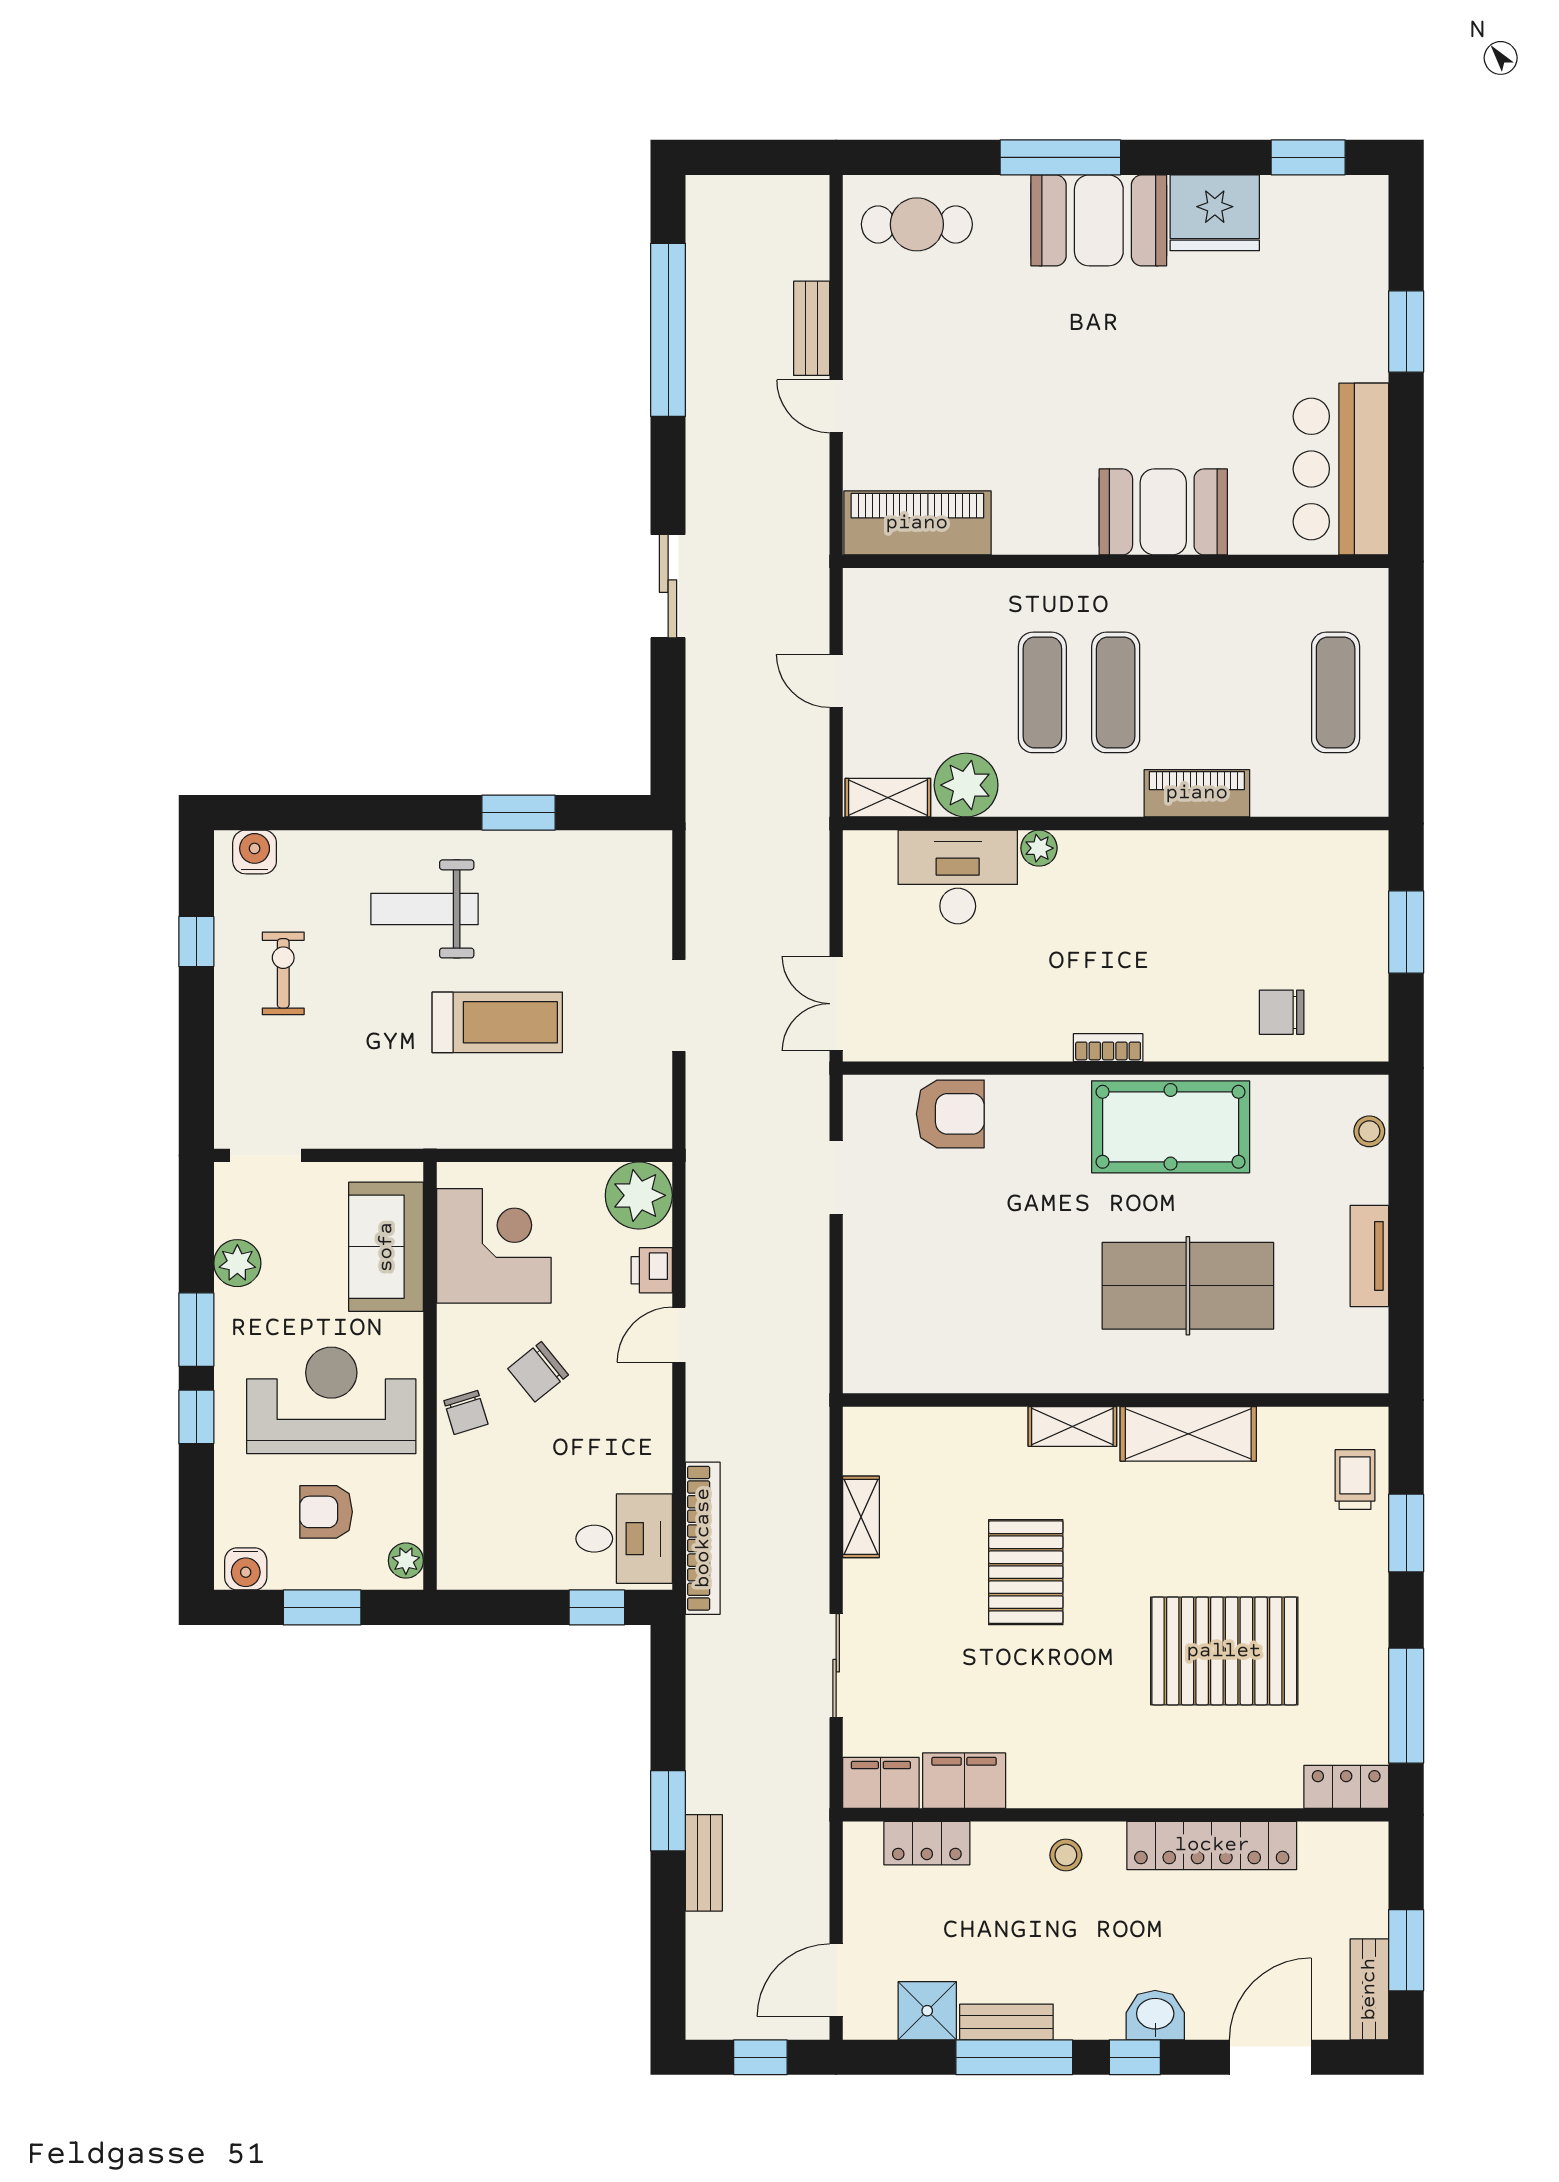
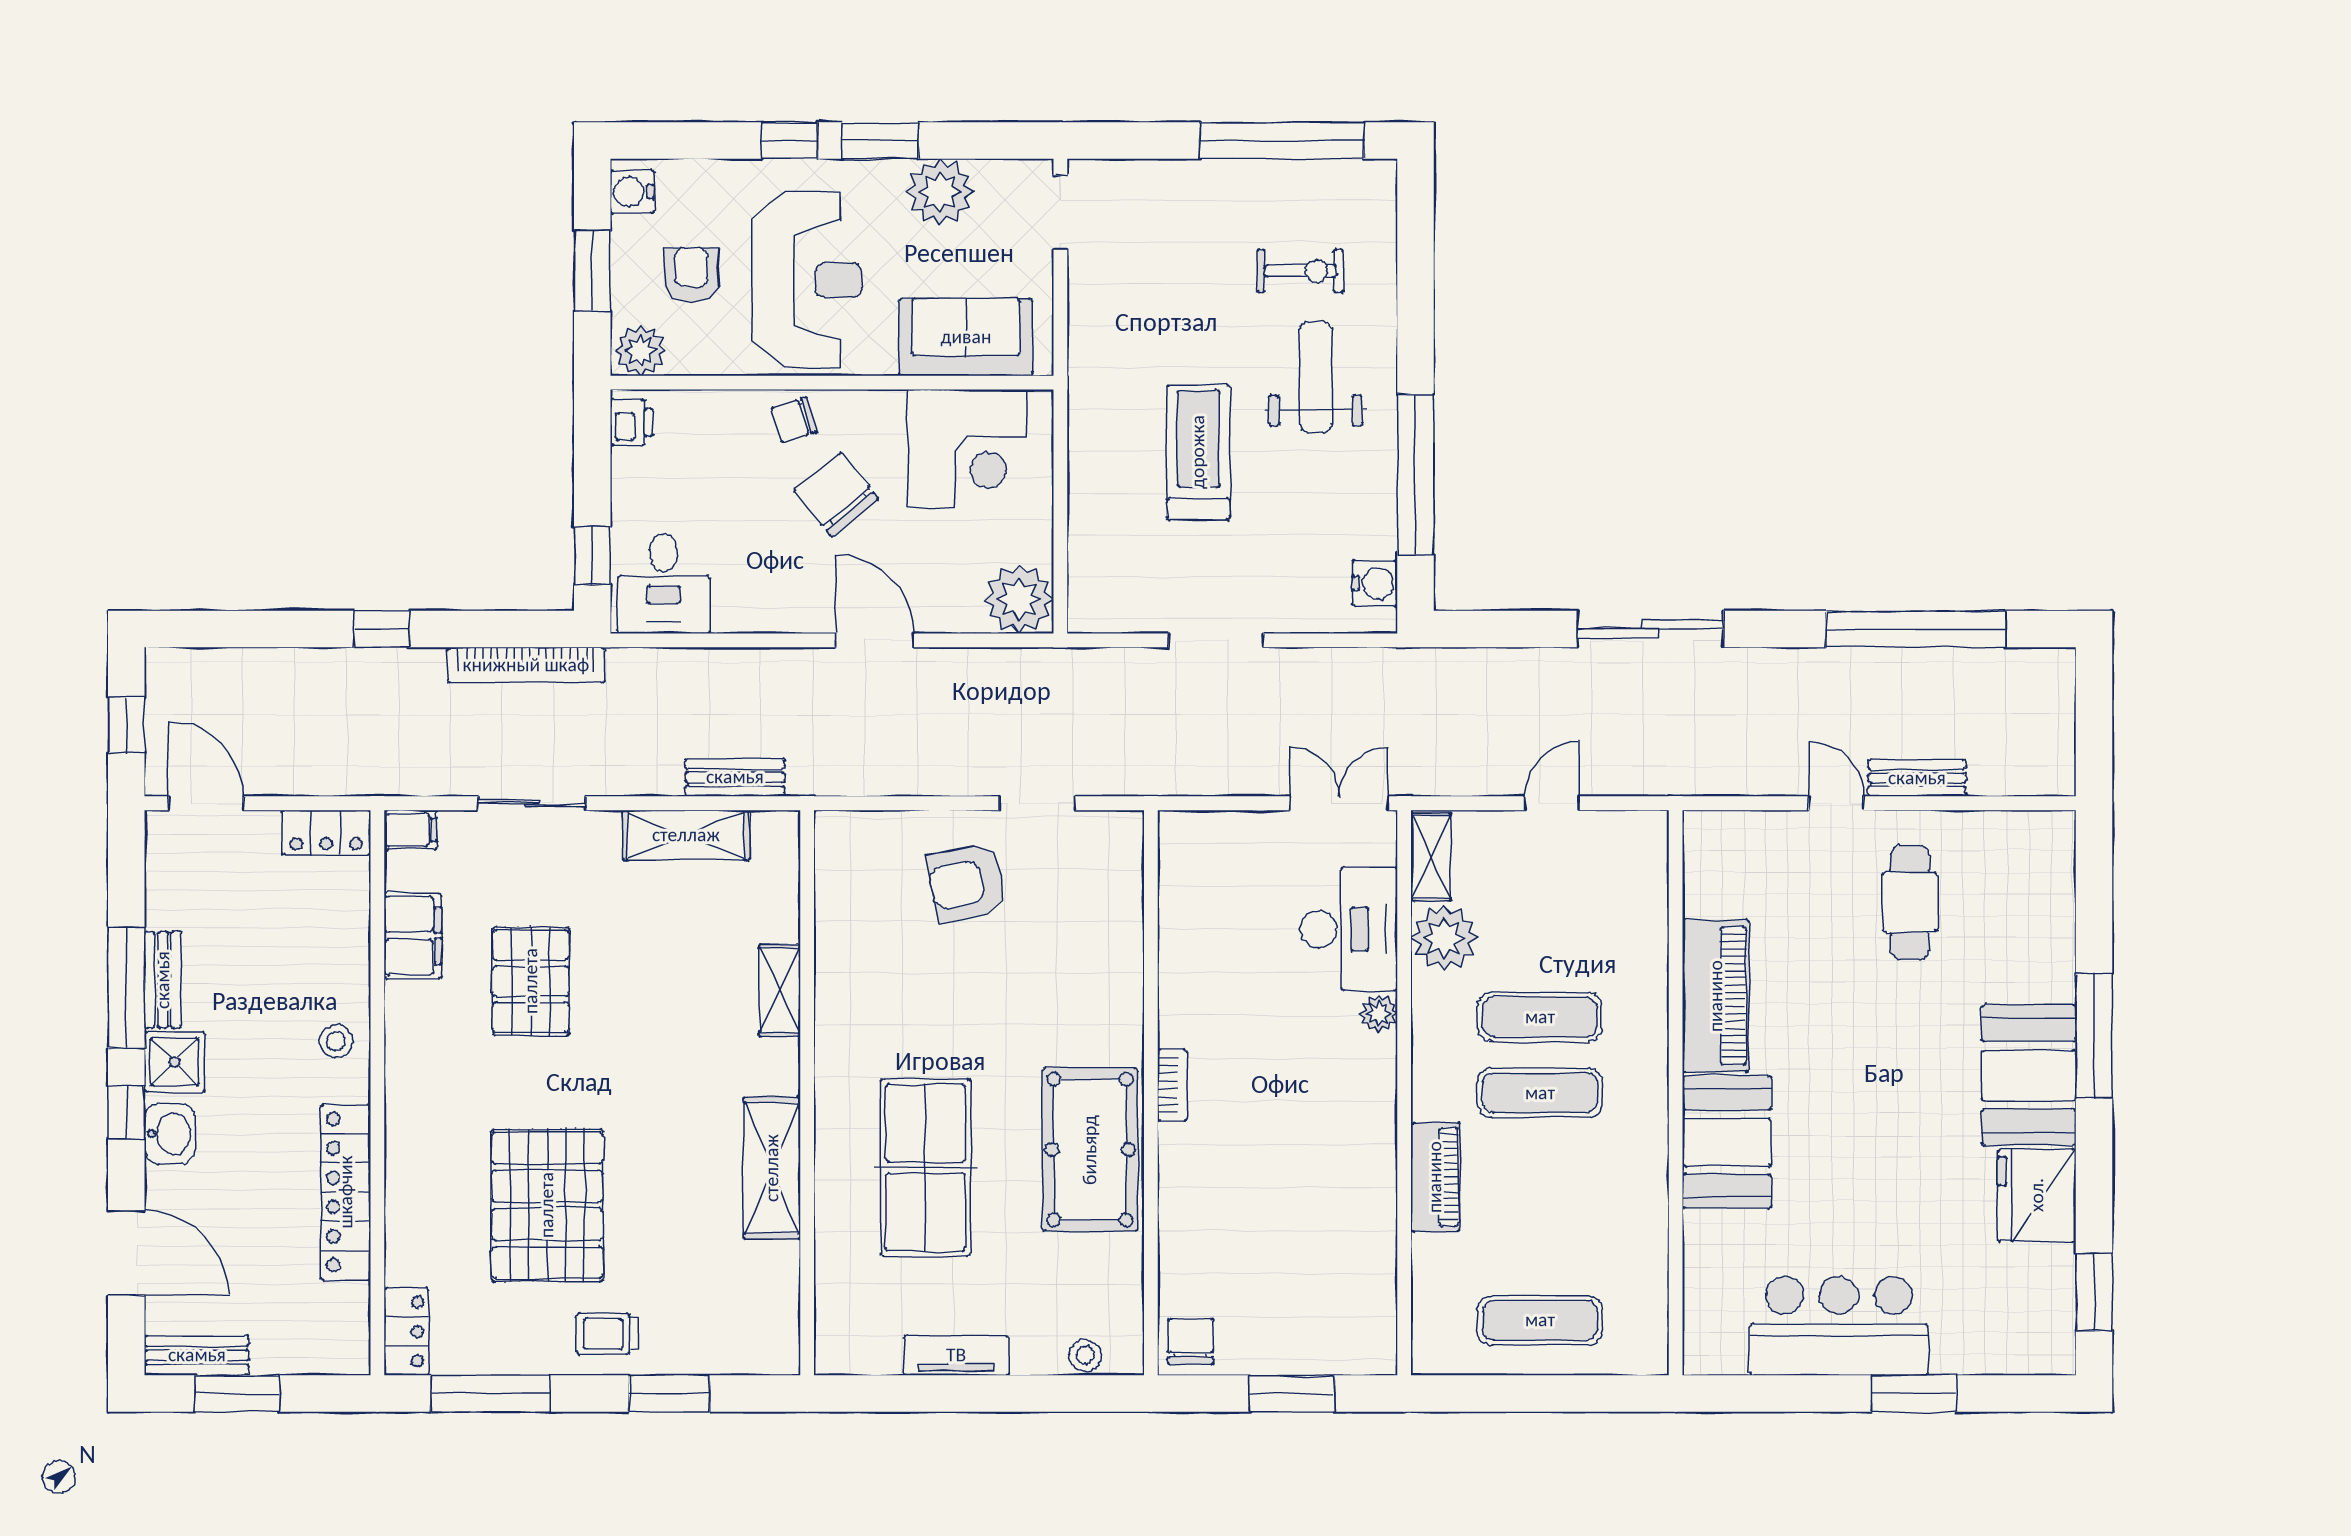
cafe table: (917, 224) -> (1910, 902), moved
door: (836, 406) -> (1836, 803), hinge flipped
bar counter: (1341, 469) -> (1839, 1326), moved
piano: (917, 523) -> (1716, 996), moved
sliding door: (668, 586) -> (1650, 629), width x1.37
window: (519, 813) -> (1416, 474), width x2.11
water cooler: (255, 852) -> (1375, 583), moved
window: (196, 942) -> (1282, 141), width x3.17
exercise bike: (283, 973) -> (1300, 271), moved
double door: (836, 1004) -> (1339, 803), moved
chair: (1282, 1012) -> (1191, 1341), moved
treadmill: (497, 1022) -> (1198, 452), turned 180
armchair: (950, 1114) -> (967, 883), moved, turned 79
plant: (237, 1263) -> (940, 192), width x1.36, depth x1.36
printer: (652, 1270) -> (632, 422), moved, turned 90
door: (679, 1335) -> (875, 640), width x1.38
chair: (538, 1372) -> (836, 495), width x1.37, depth x1.37
shelving: (1072, 1426) -> (780, 990), moved
trolley: (1355, 1480) -> (608, 1334), moved, turned 180
shelving: (861, 1517) -> (686, 835), width x1.50, depth x1.33
bookcase: (703, 1538) -> (526, 665), moved
plant: (406, 1561) -> (641, 351), width x1.38, depth x1.38
pallet: (1026, 1572) -> (531, 981), moved, turned 90
filing cabinet: (881, 1783) -> (411, 830), width x0.50
window: (668, 1811) -> (382, 629), width x0.67
locker: (927, 1843) -> (326, 832), moved, turned -90
bench: (704, 1863) -> (735, 777), moved
shower: (927, 2011) -> (175, 1062), moved

